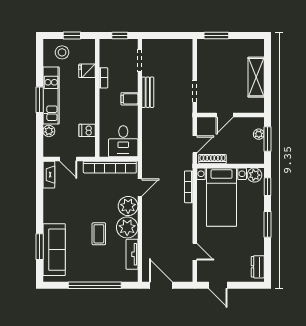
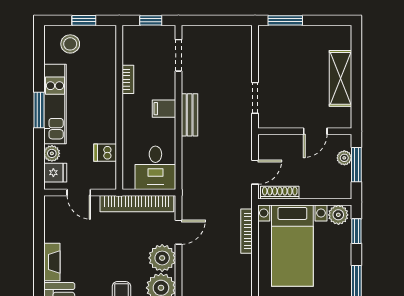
fridge: (87, 71) -> (55, 173), moved, turned 180
bench: (148, 92) -> (190, 115), moved
door: (225, 115) -> (315, 131), moved
fireplace: (49, 175) -> (52, 262), moved

